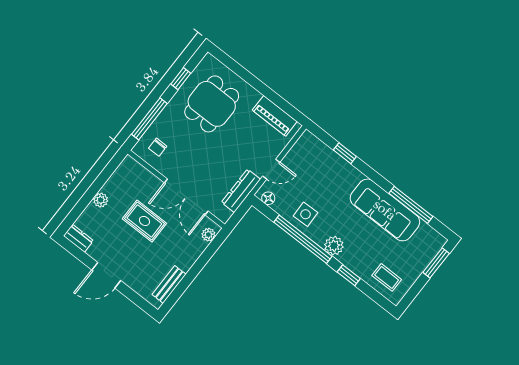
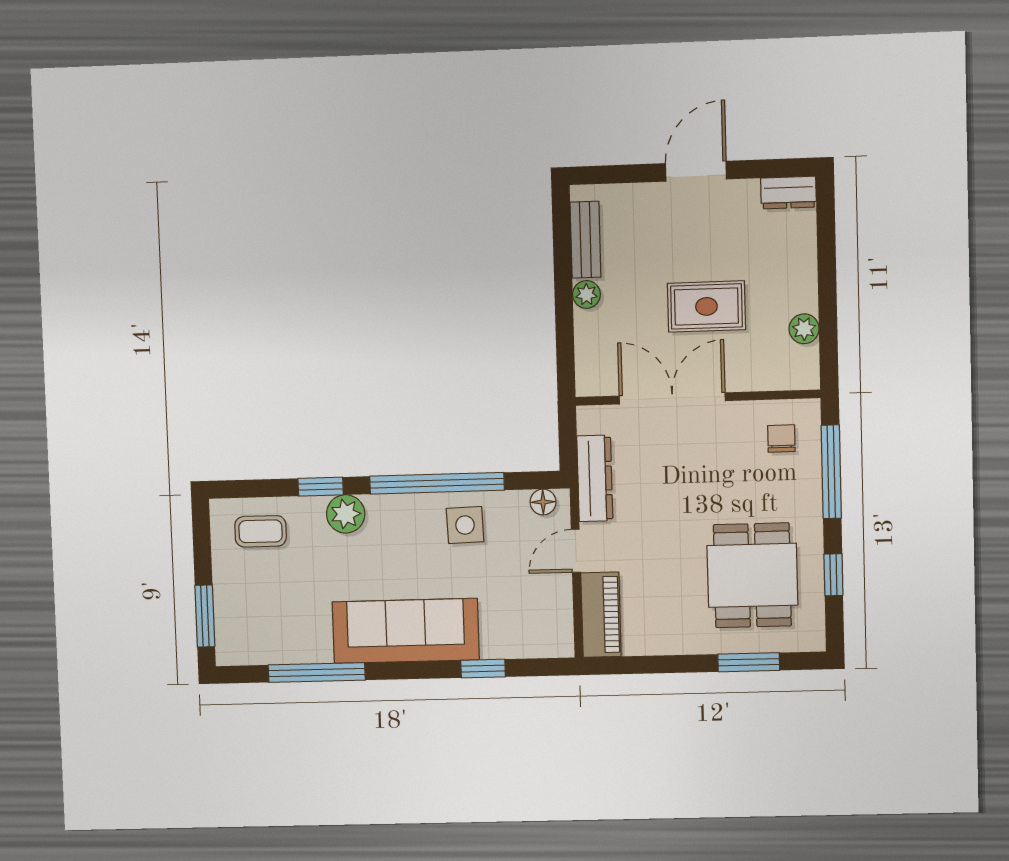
window: (241, 71) -> (749, 662), added
piano: (275, 116) -> (601, 615), moved, turned 90
plant: (101, 200) -> (804, 329), moved
sofa: (385, 210) -> (406, 631), moved
plant: (208, 235) -> (586, 294), moved
plant: (334, 246) -> (346, 514), moved

